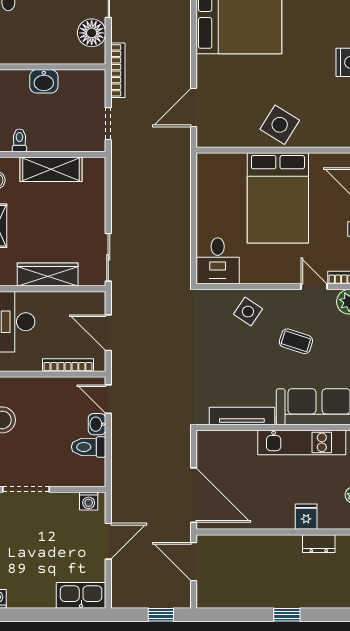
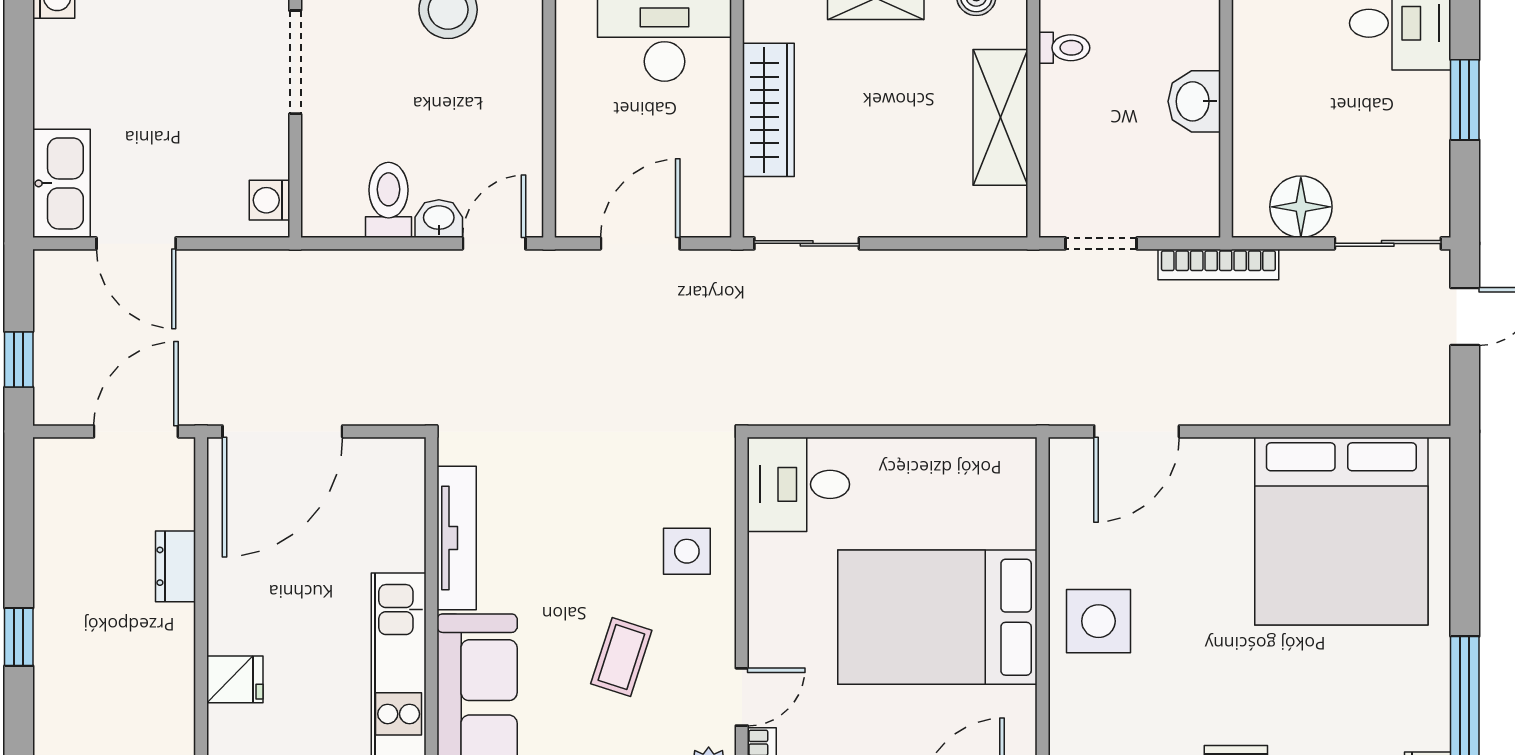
door: (194, 107) -> (1137, 431), swing flipped
side table: (280, 125) -> (1098, 621), turned -32
side table: (248, 312) -> (687, 551), turned -34
bookcase: (68, 365) -> (569, 155), removed
door: (108, 541) -> (136, 243), moved
dresser: (319, 544) -> (176, 566), moved

